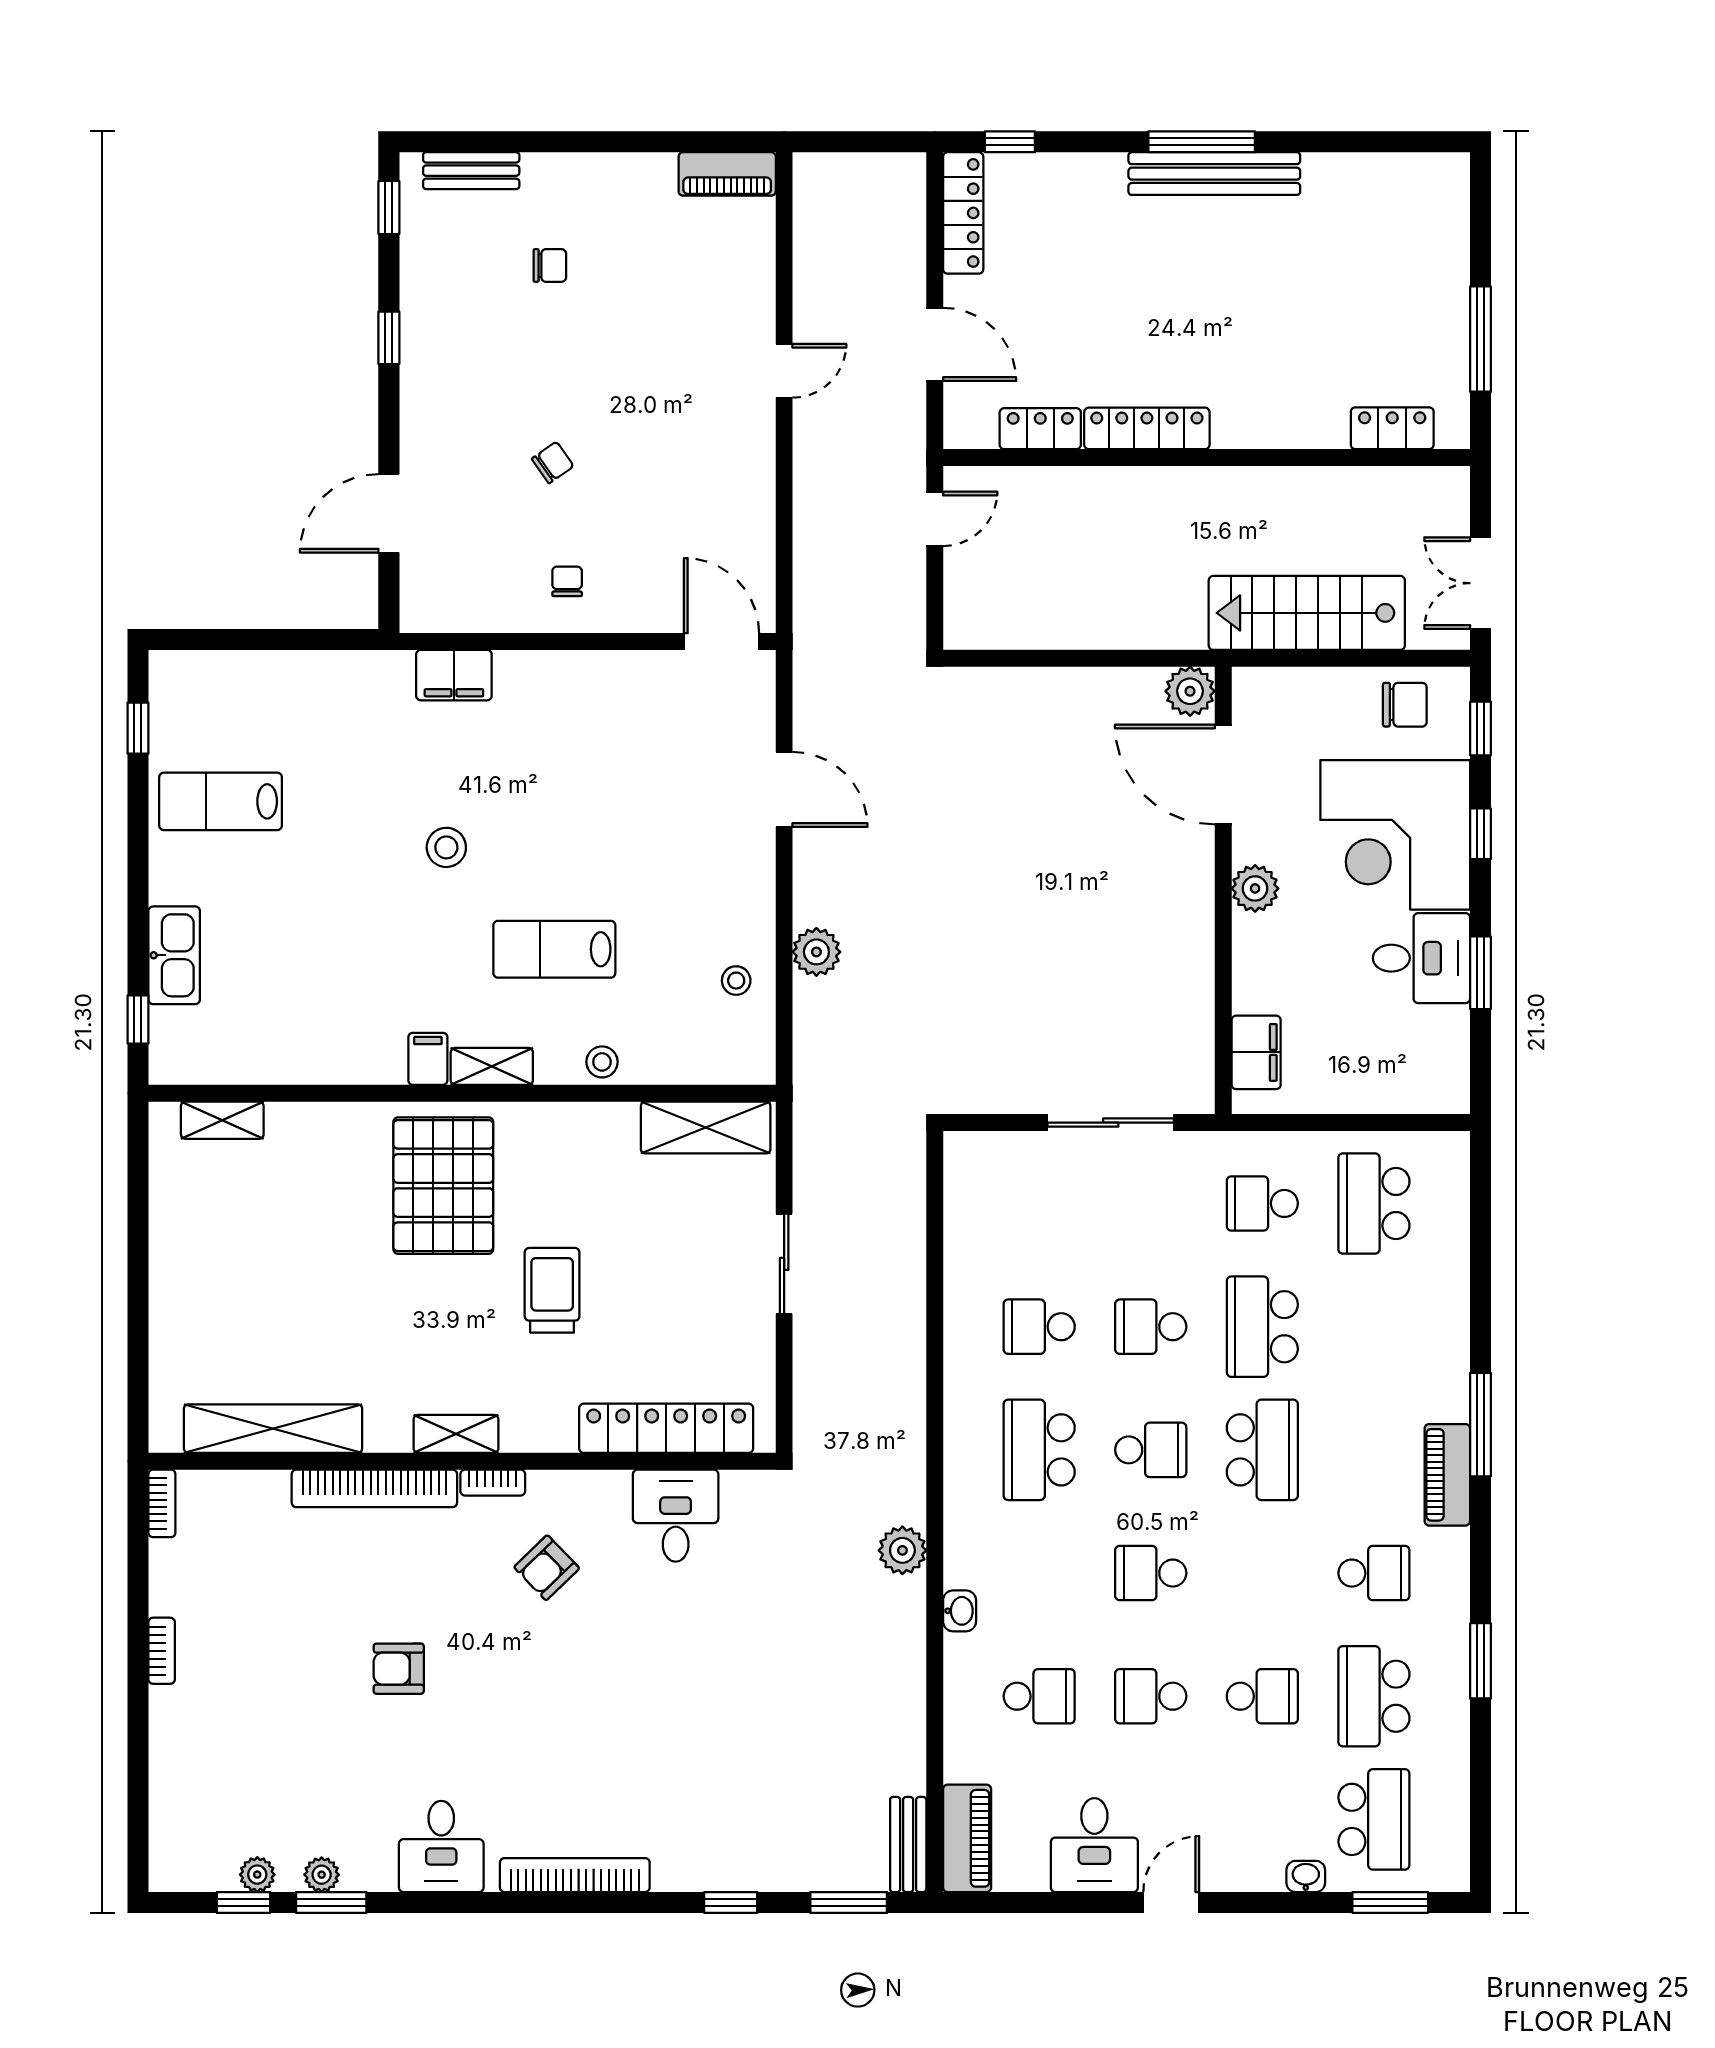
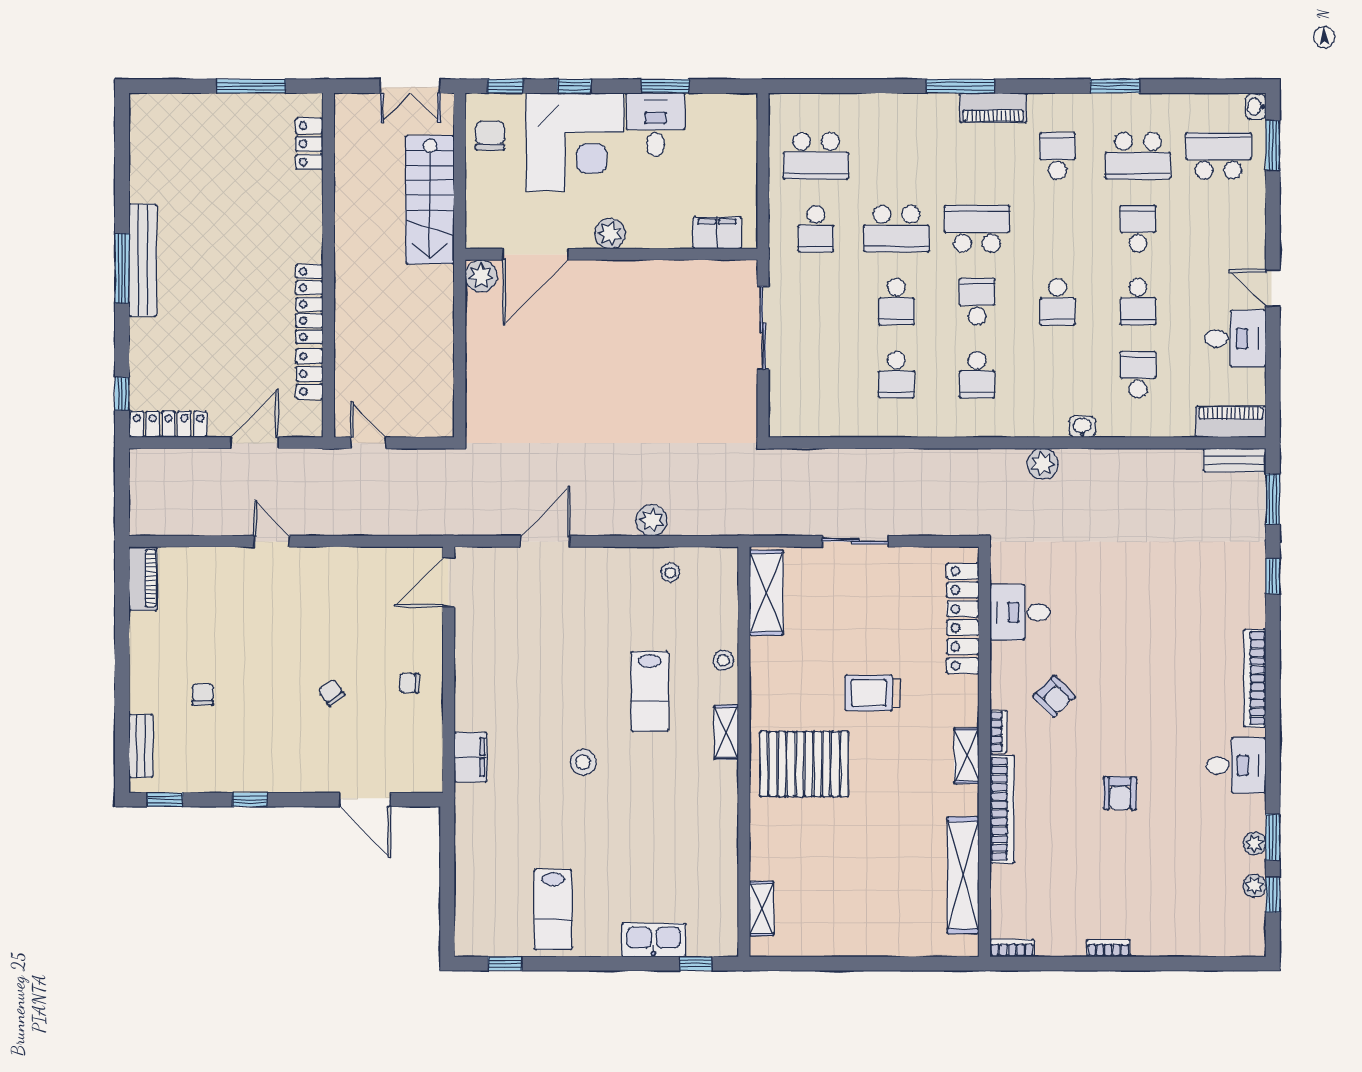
filing cabinet: (428, 1059) -> (721, 774), removed
school desk: (1039, 1450) -> (977, 375), width x0.54
washbasin: (1306, 1876) -> (1256, 107), moved

